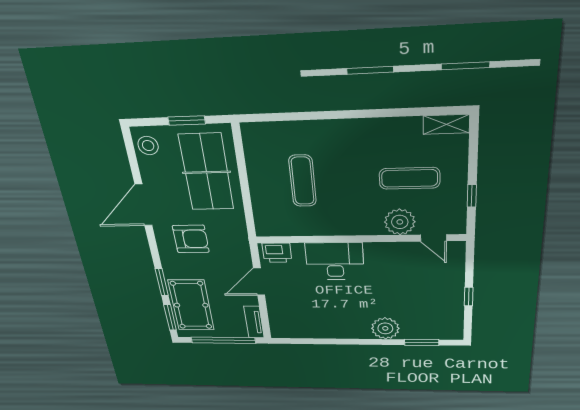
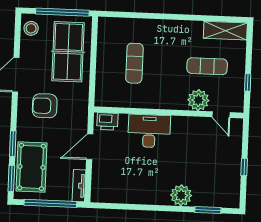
window: (187, 120) -> (62, 12), width x2.11
shelving: (446, 124) -> (225, 31), width x1.50, depth x1.33
armchair: (191, 239) -> (45, 106), turned 180

